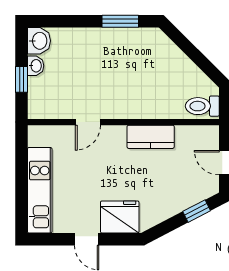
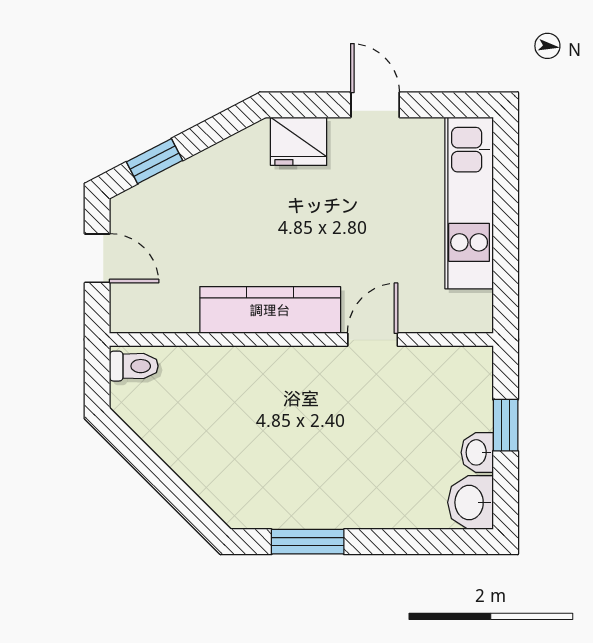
toilet: (202, 106) -> (134, 366), width x0.73, depth x0.72
kitchen counter: (151, 137) -> (270, 310), width x1.50
fridge: (120, 217) -> (299, 141), width x0.73, depth x0.75

